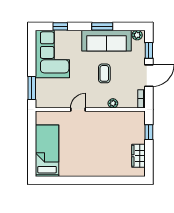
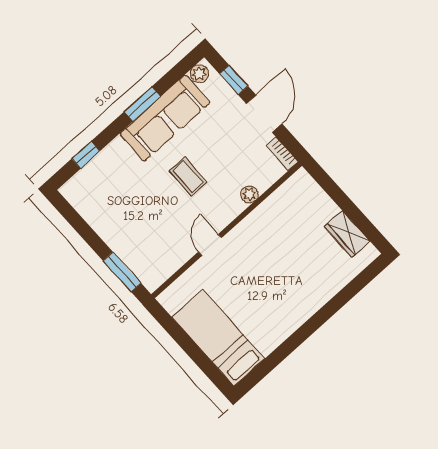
corner sofa: (52, 54) -> (109, 201), removed
coffee table: (104, 73) -> (188, 177), moved
window: (149, 132) -> (332, 189), removed

